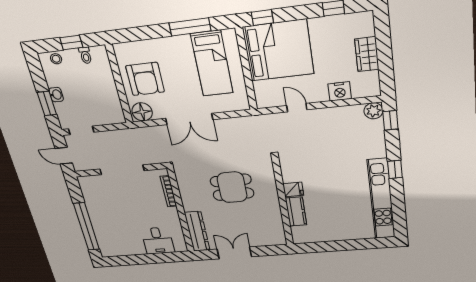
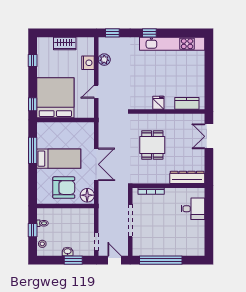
bed: (212, 63) -> (59, 159), moved
plant: (373, 111) -> (104, 60), moved
door: (64, 156) -> (115, 260), swing flipped
kitchen counter: (296, 211) -> (187, 103), moved
window: (87, 227) -> (161, 260), moved
double door: (234, 253) -> (209, 136), moved

